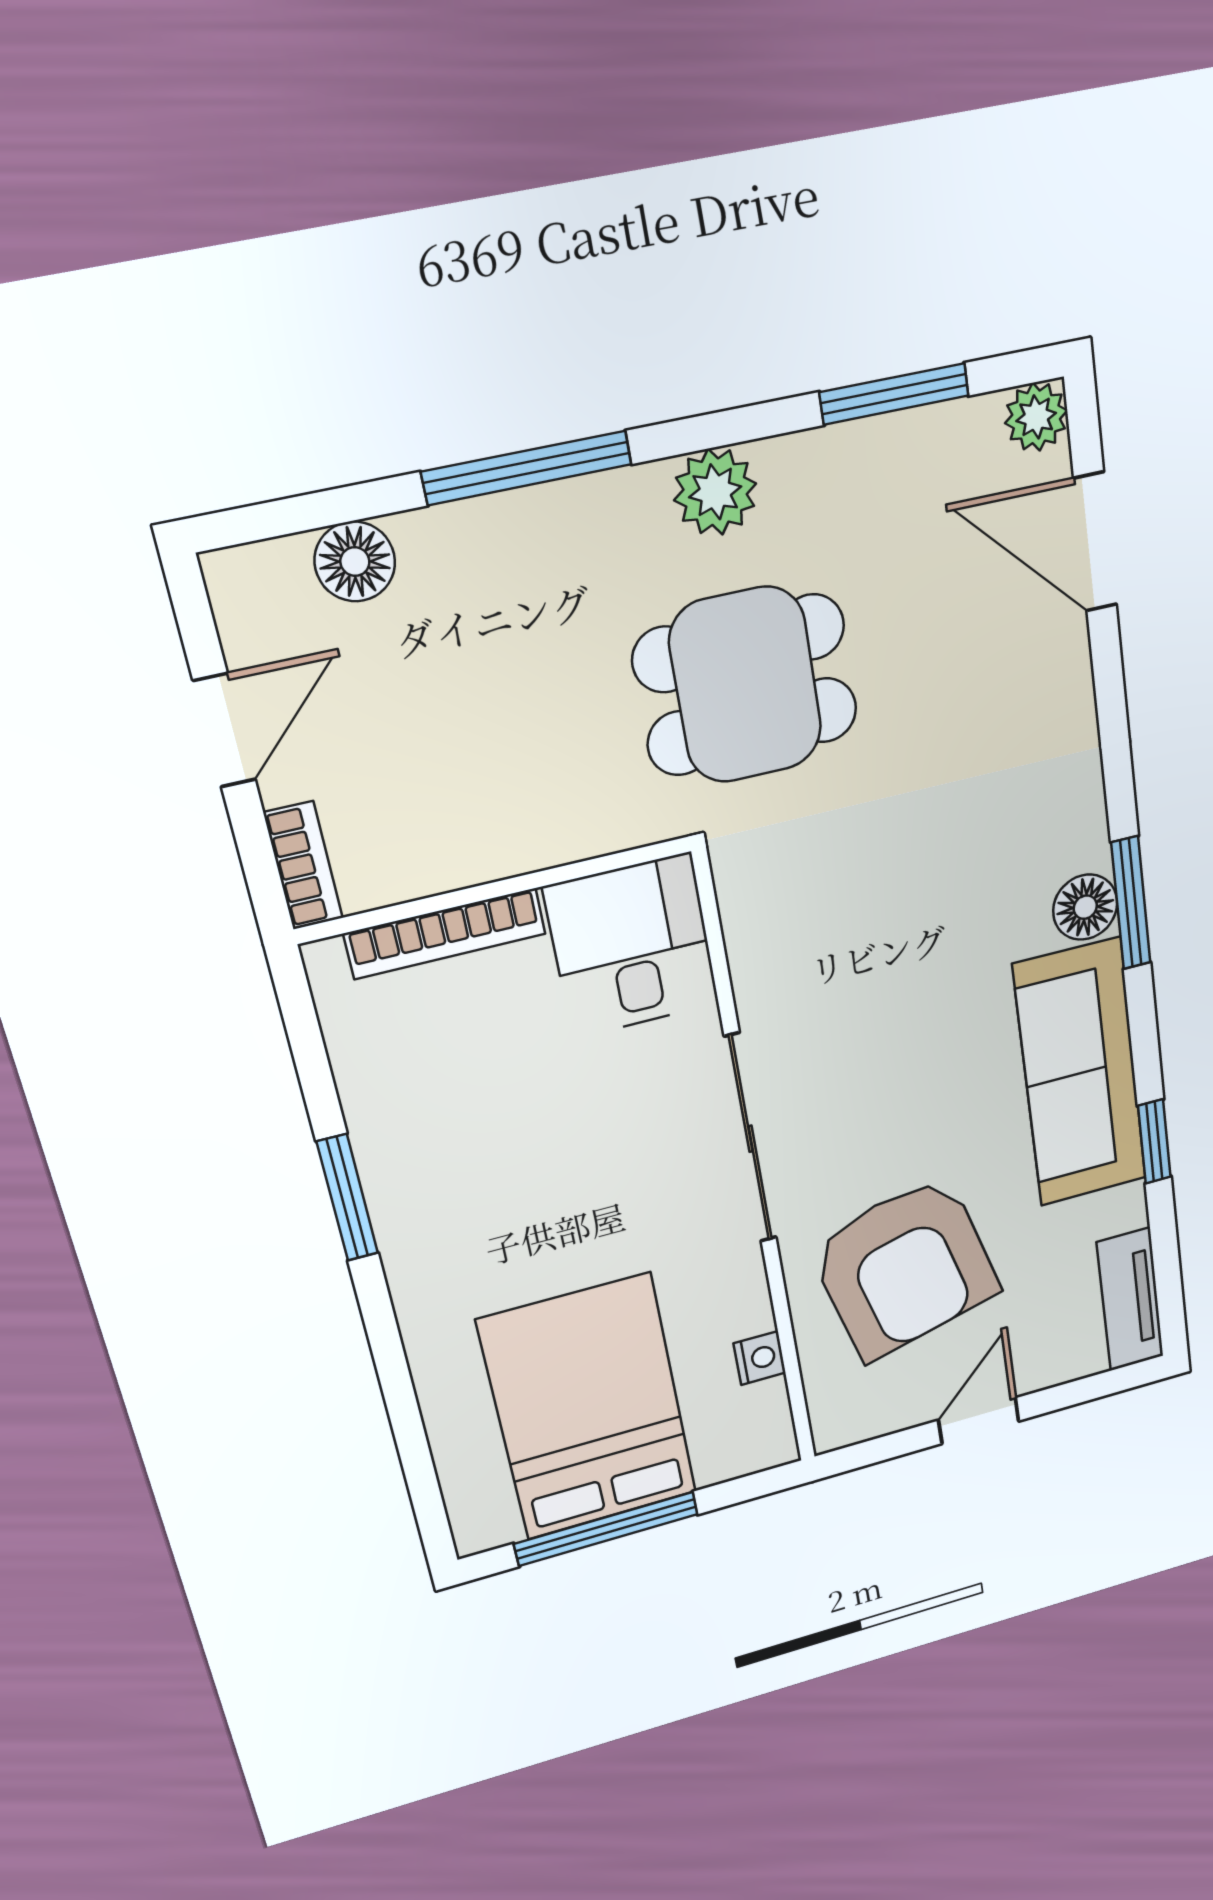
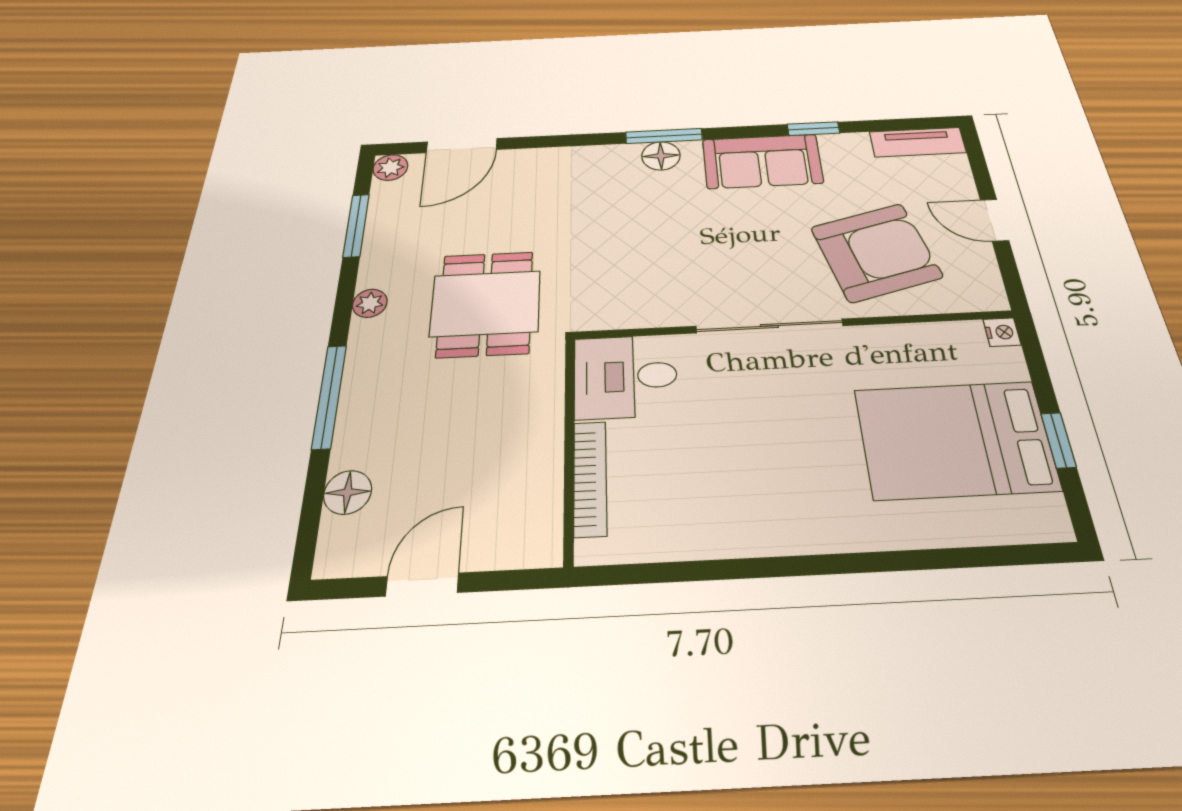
plant: (715, 492) -> (370, 303), width x0.73, depth x0.73
door: (224, 730) -> (422, 584), hinge flipped
bookcase: (303, 866) -> (522, 554), removed
sofa: (1080, 1073) -> (762, 161), width x0.73
window: (347, 1198) -> (764, 568), removed
nightstand: (760, 1358) -> (1002, 332), moved, turned 90
window: (606, 1529) -> (1058, 440), width x0.46

